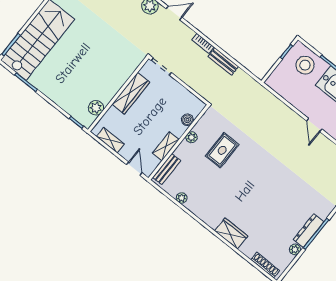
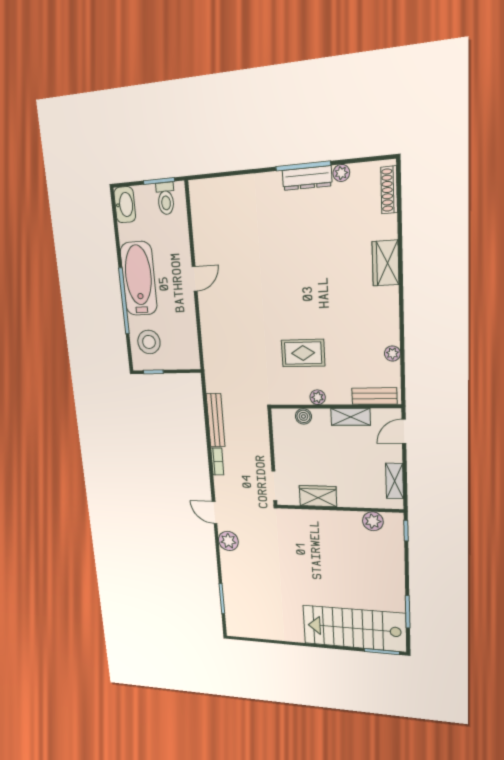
bench: (223, 61) -> (216, 420), width x1.36
wardrobe: (131, 93) -> (318, 496), width x0.67

